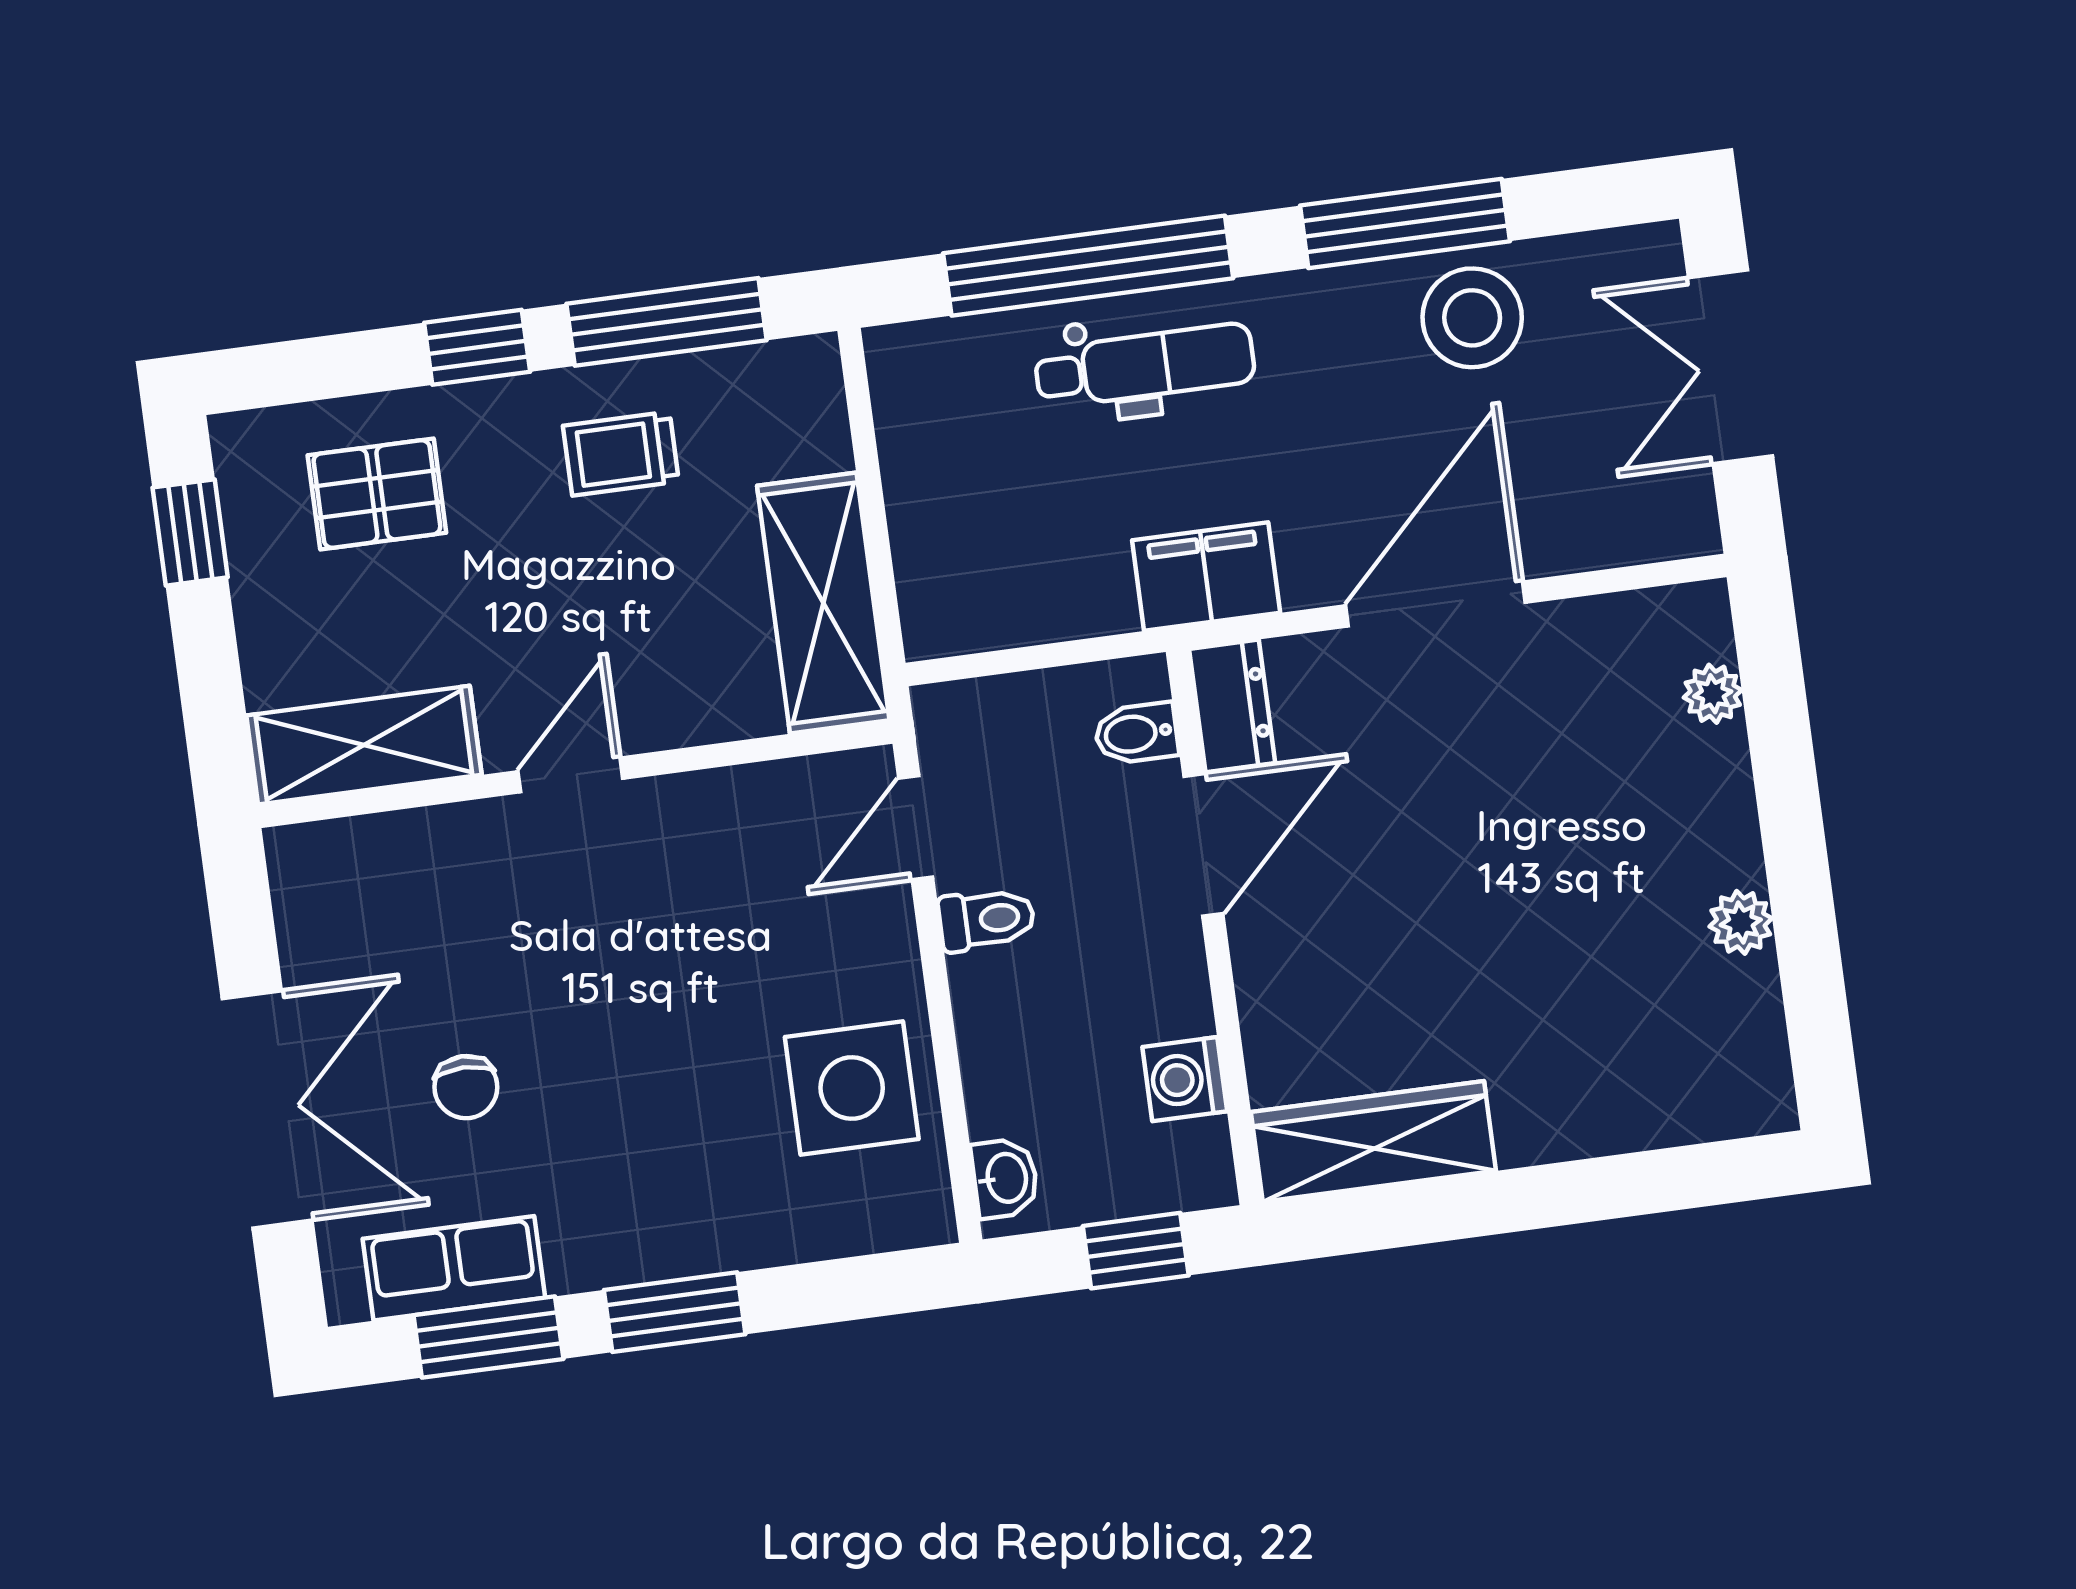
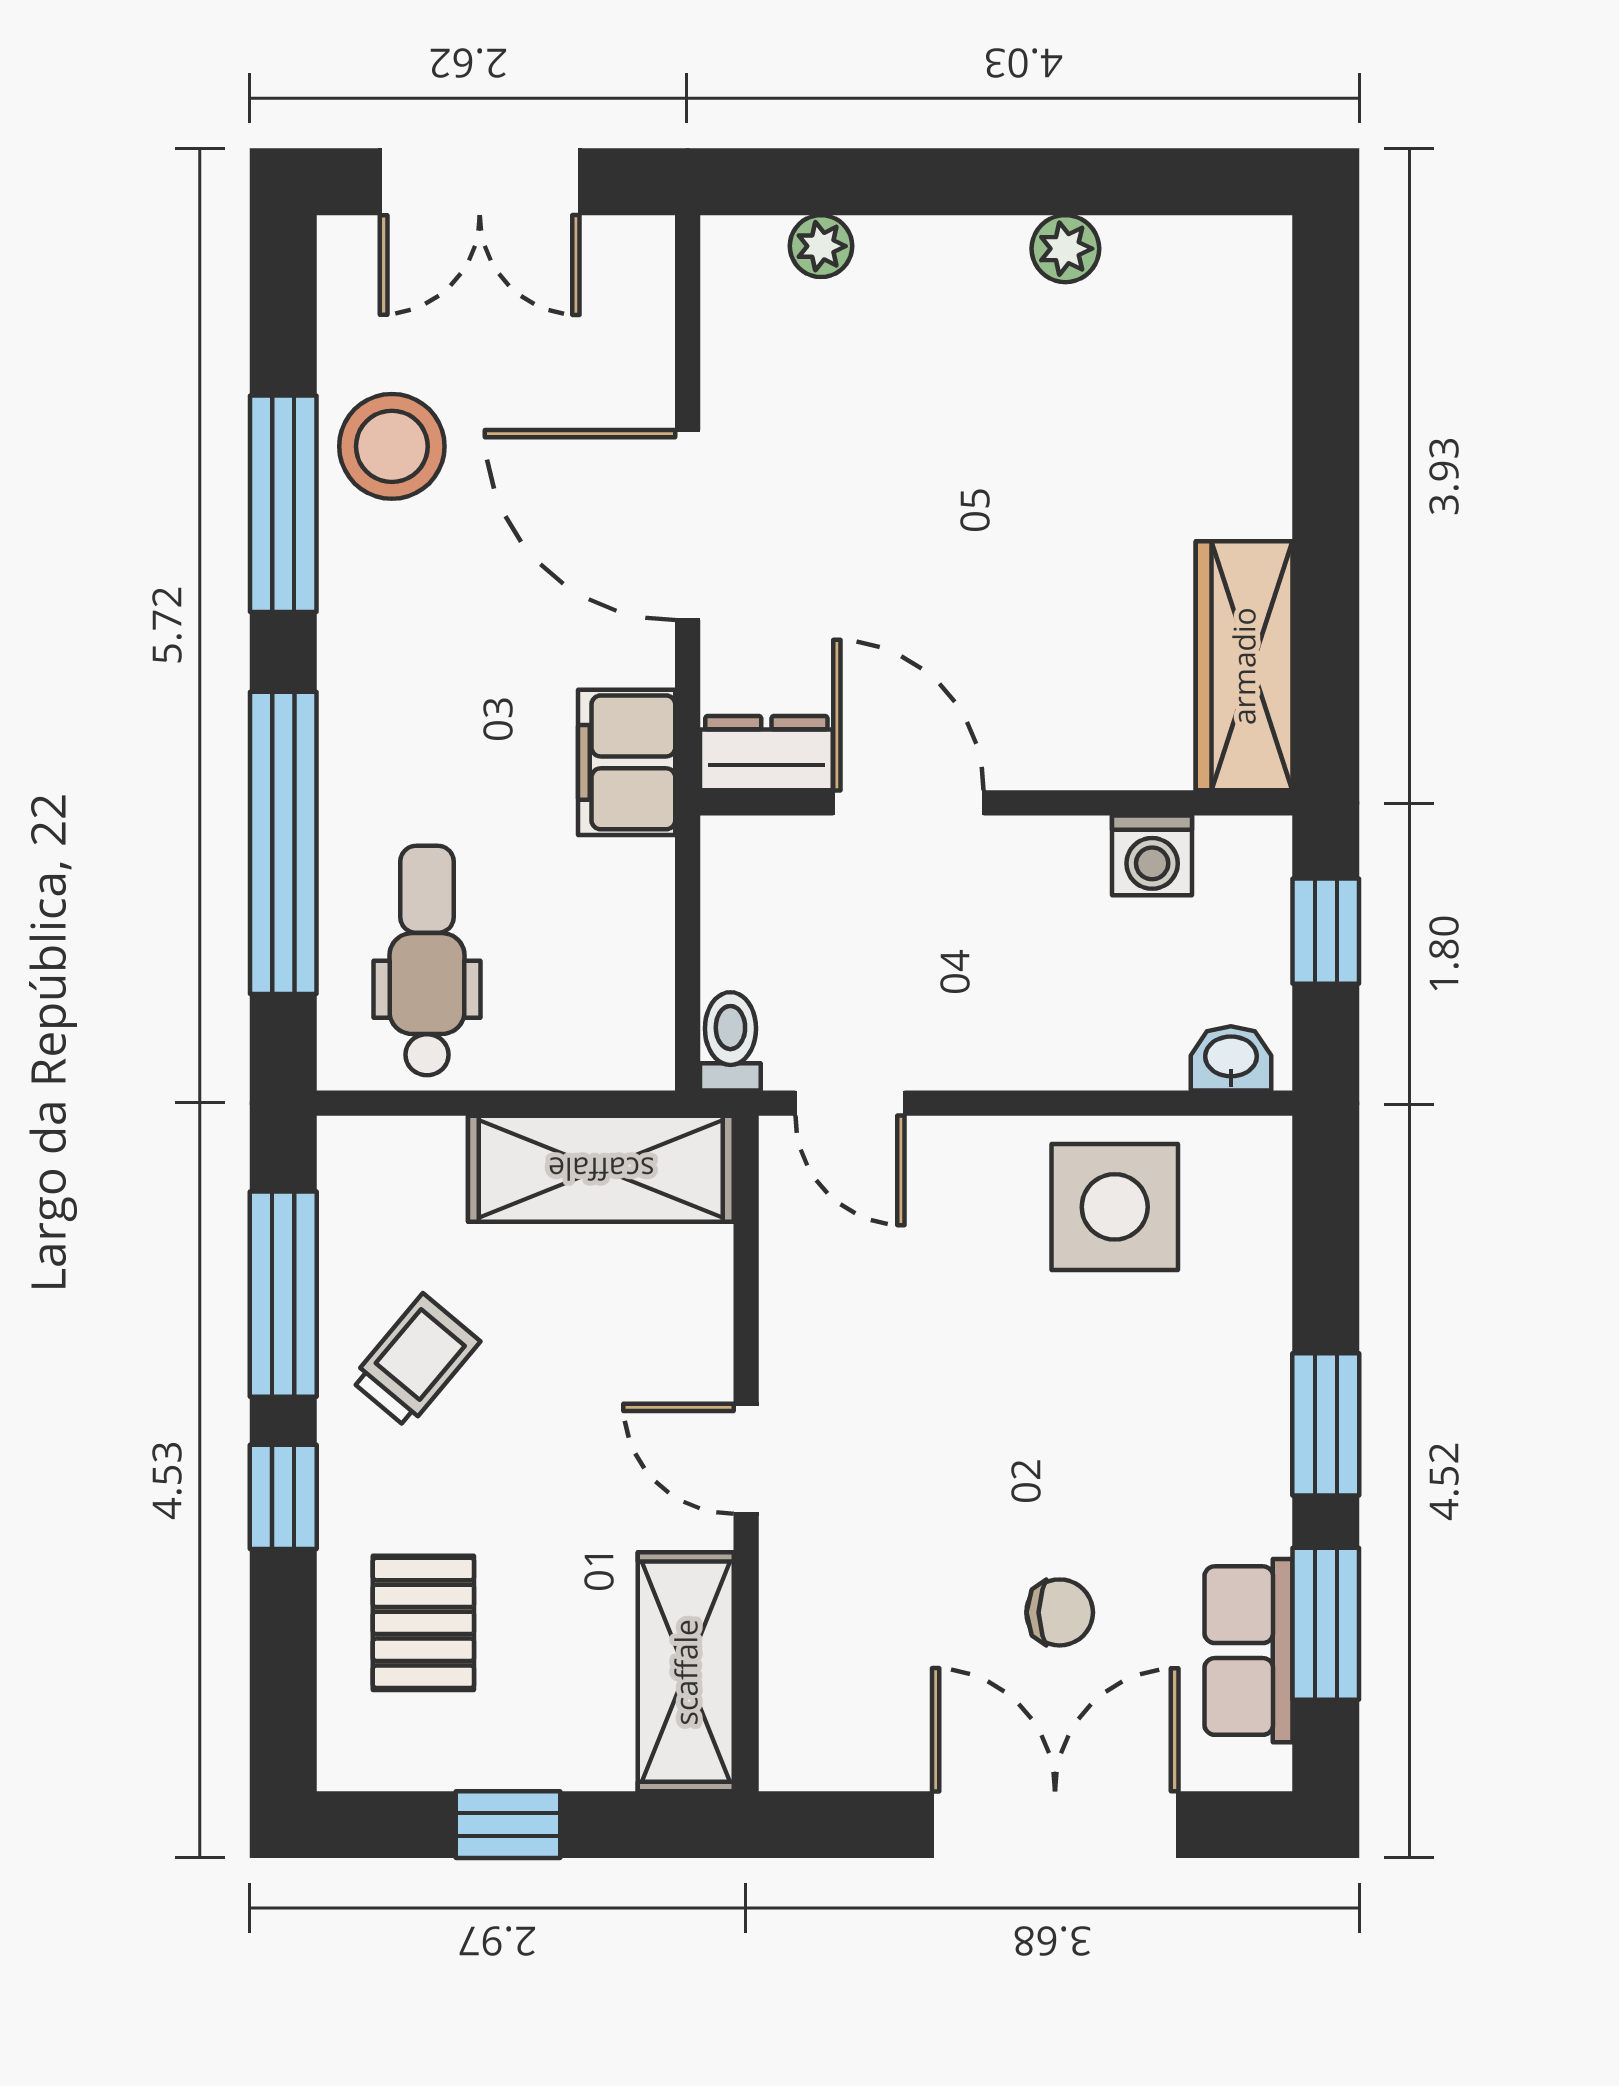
dental chair: (1145, 366) -> (427, 961), moved
trolley: (621, 454) -> (415, 1361), turned -140
window: (190, 532) -> (508, 1825), moved
bidet: (1136, 733) -> (782, 858), removed
toilet: (987, 919) -> (730, 1041), moved

